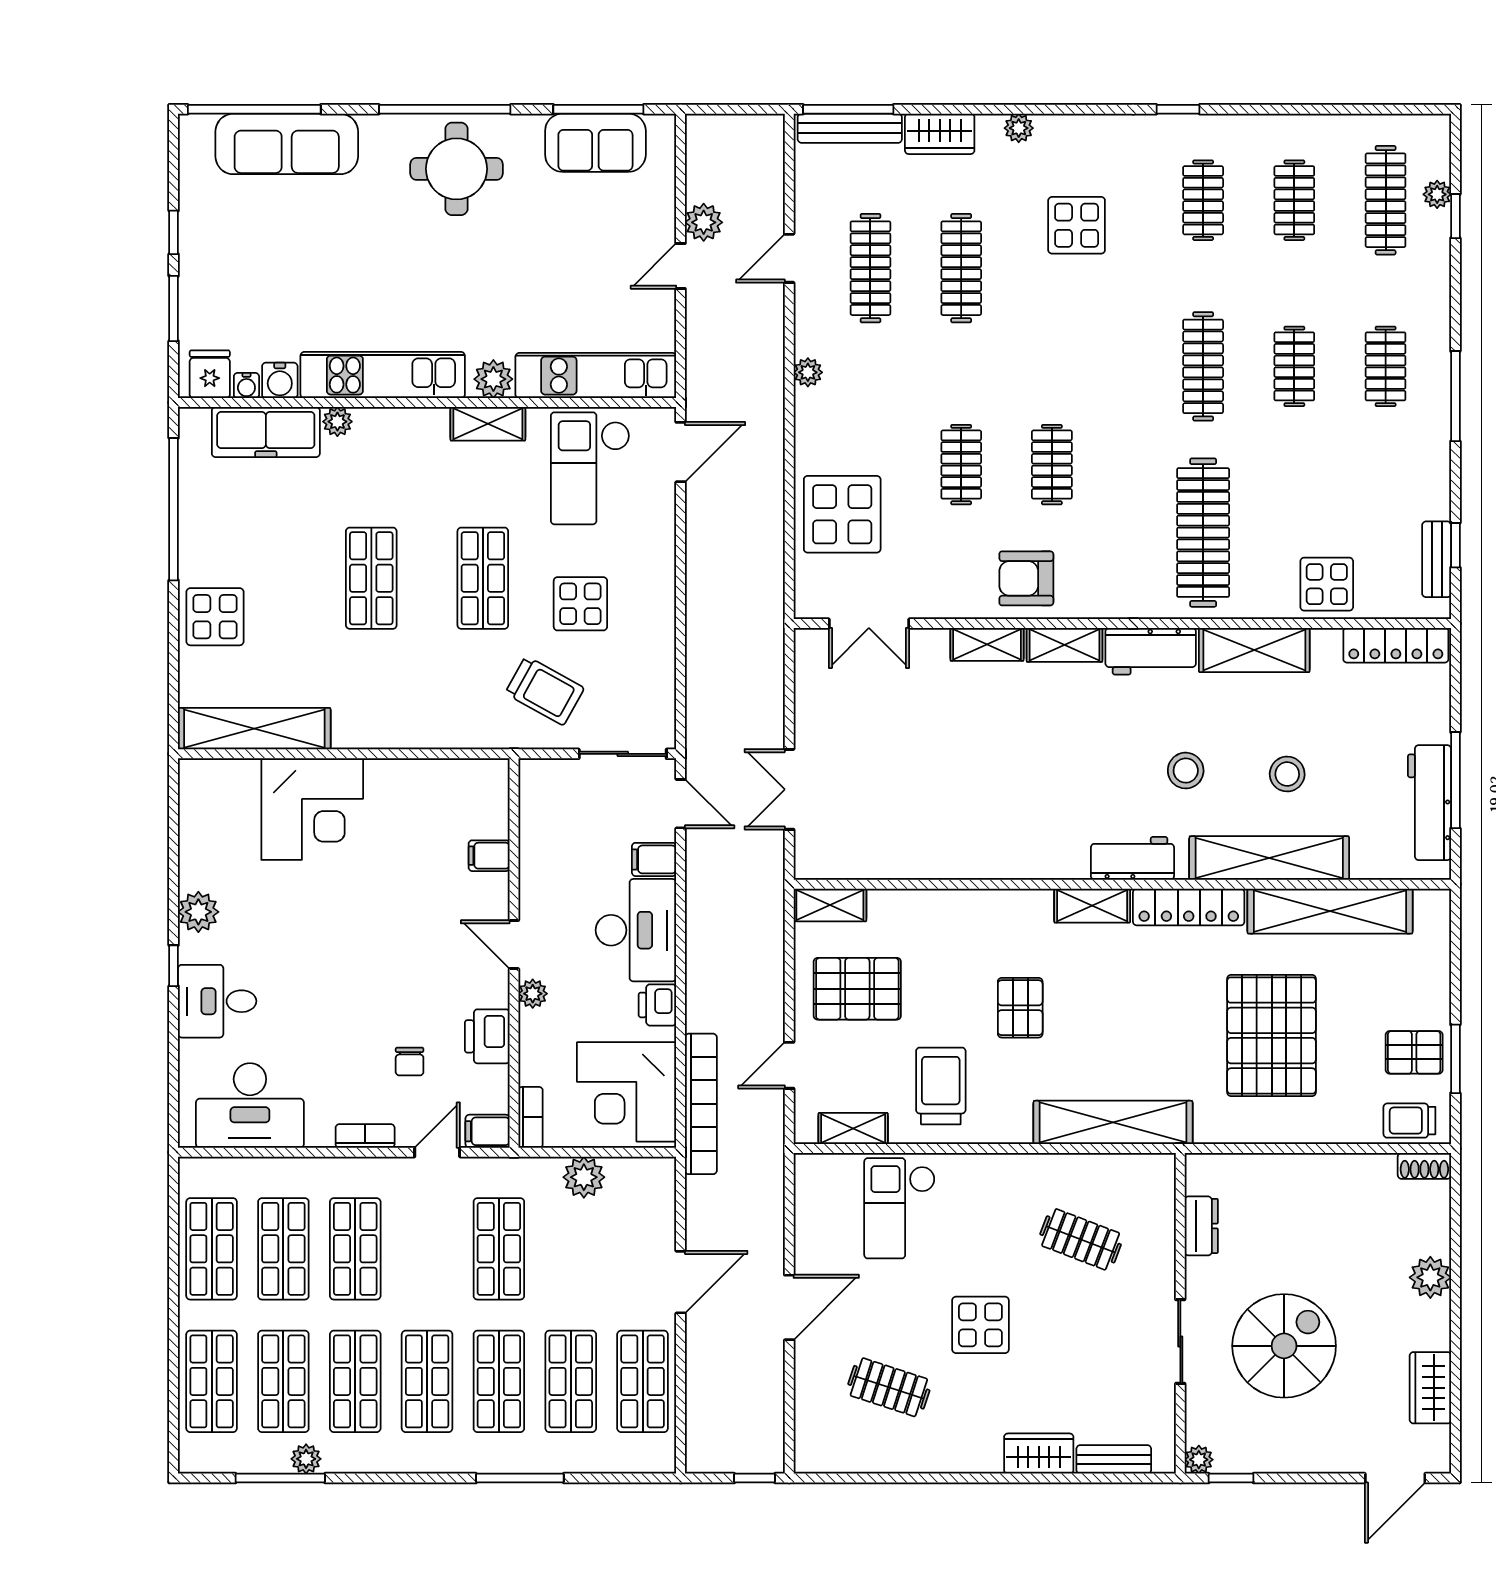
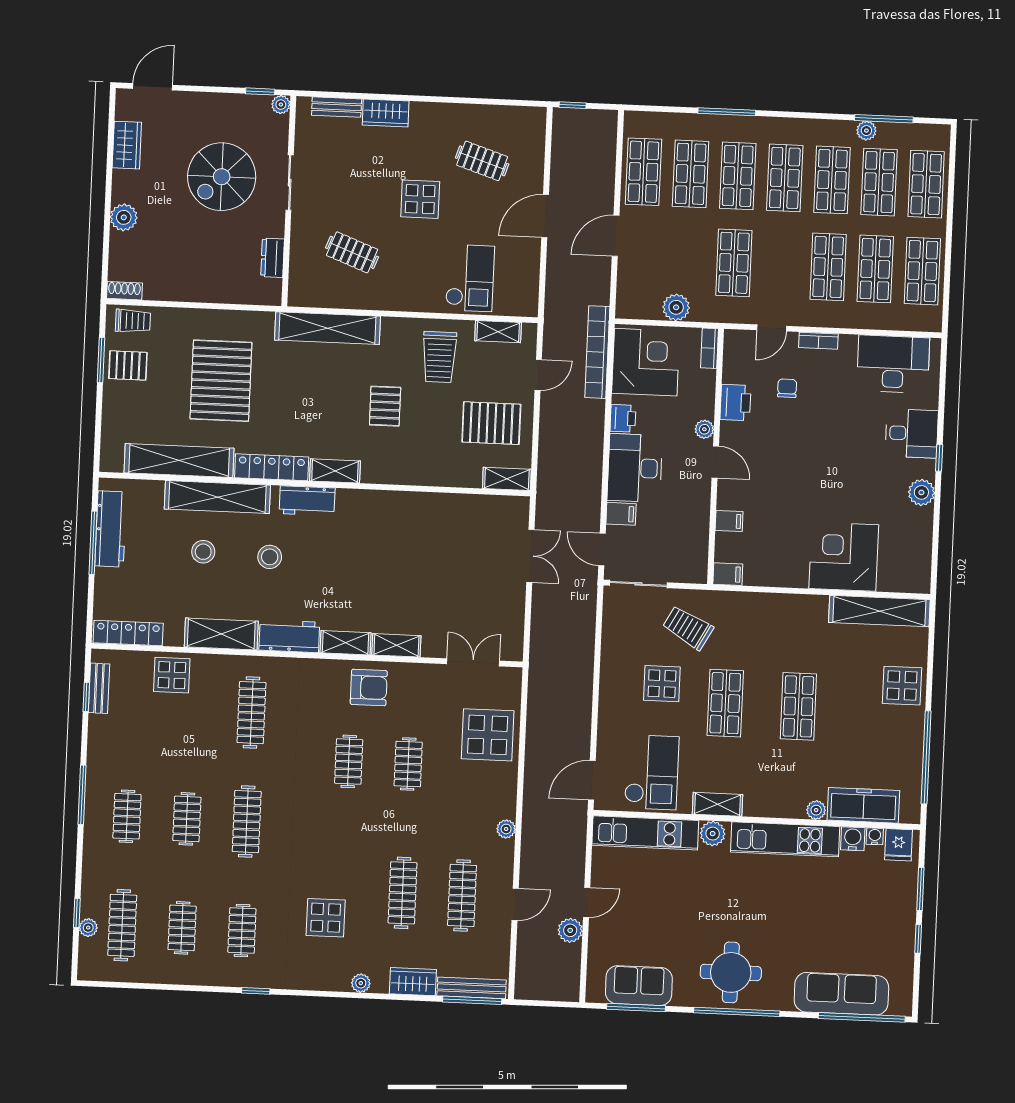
clothes rail: (1203, 533) -> (251, 713), width x0.73, depth x0.76
filing cabinet: (488, 1131) -> (728, 574), moved

